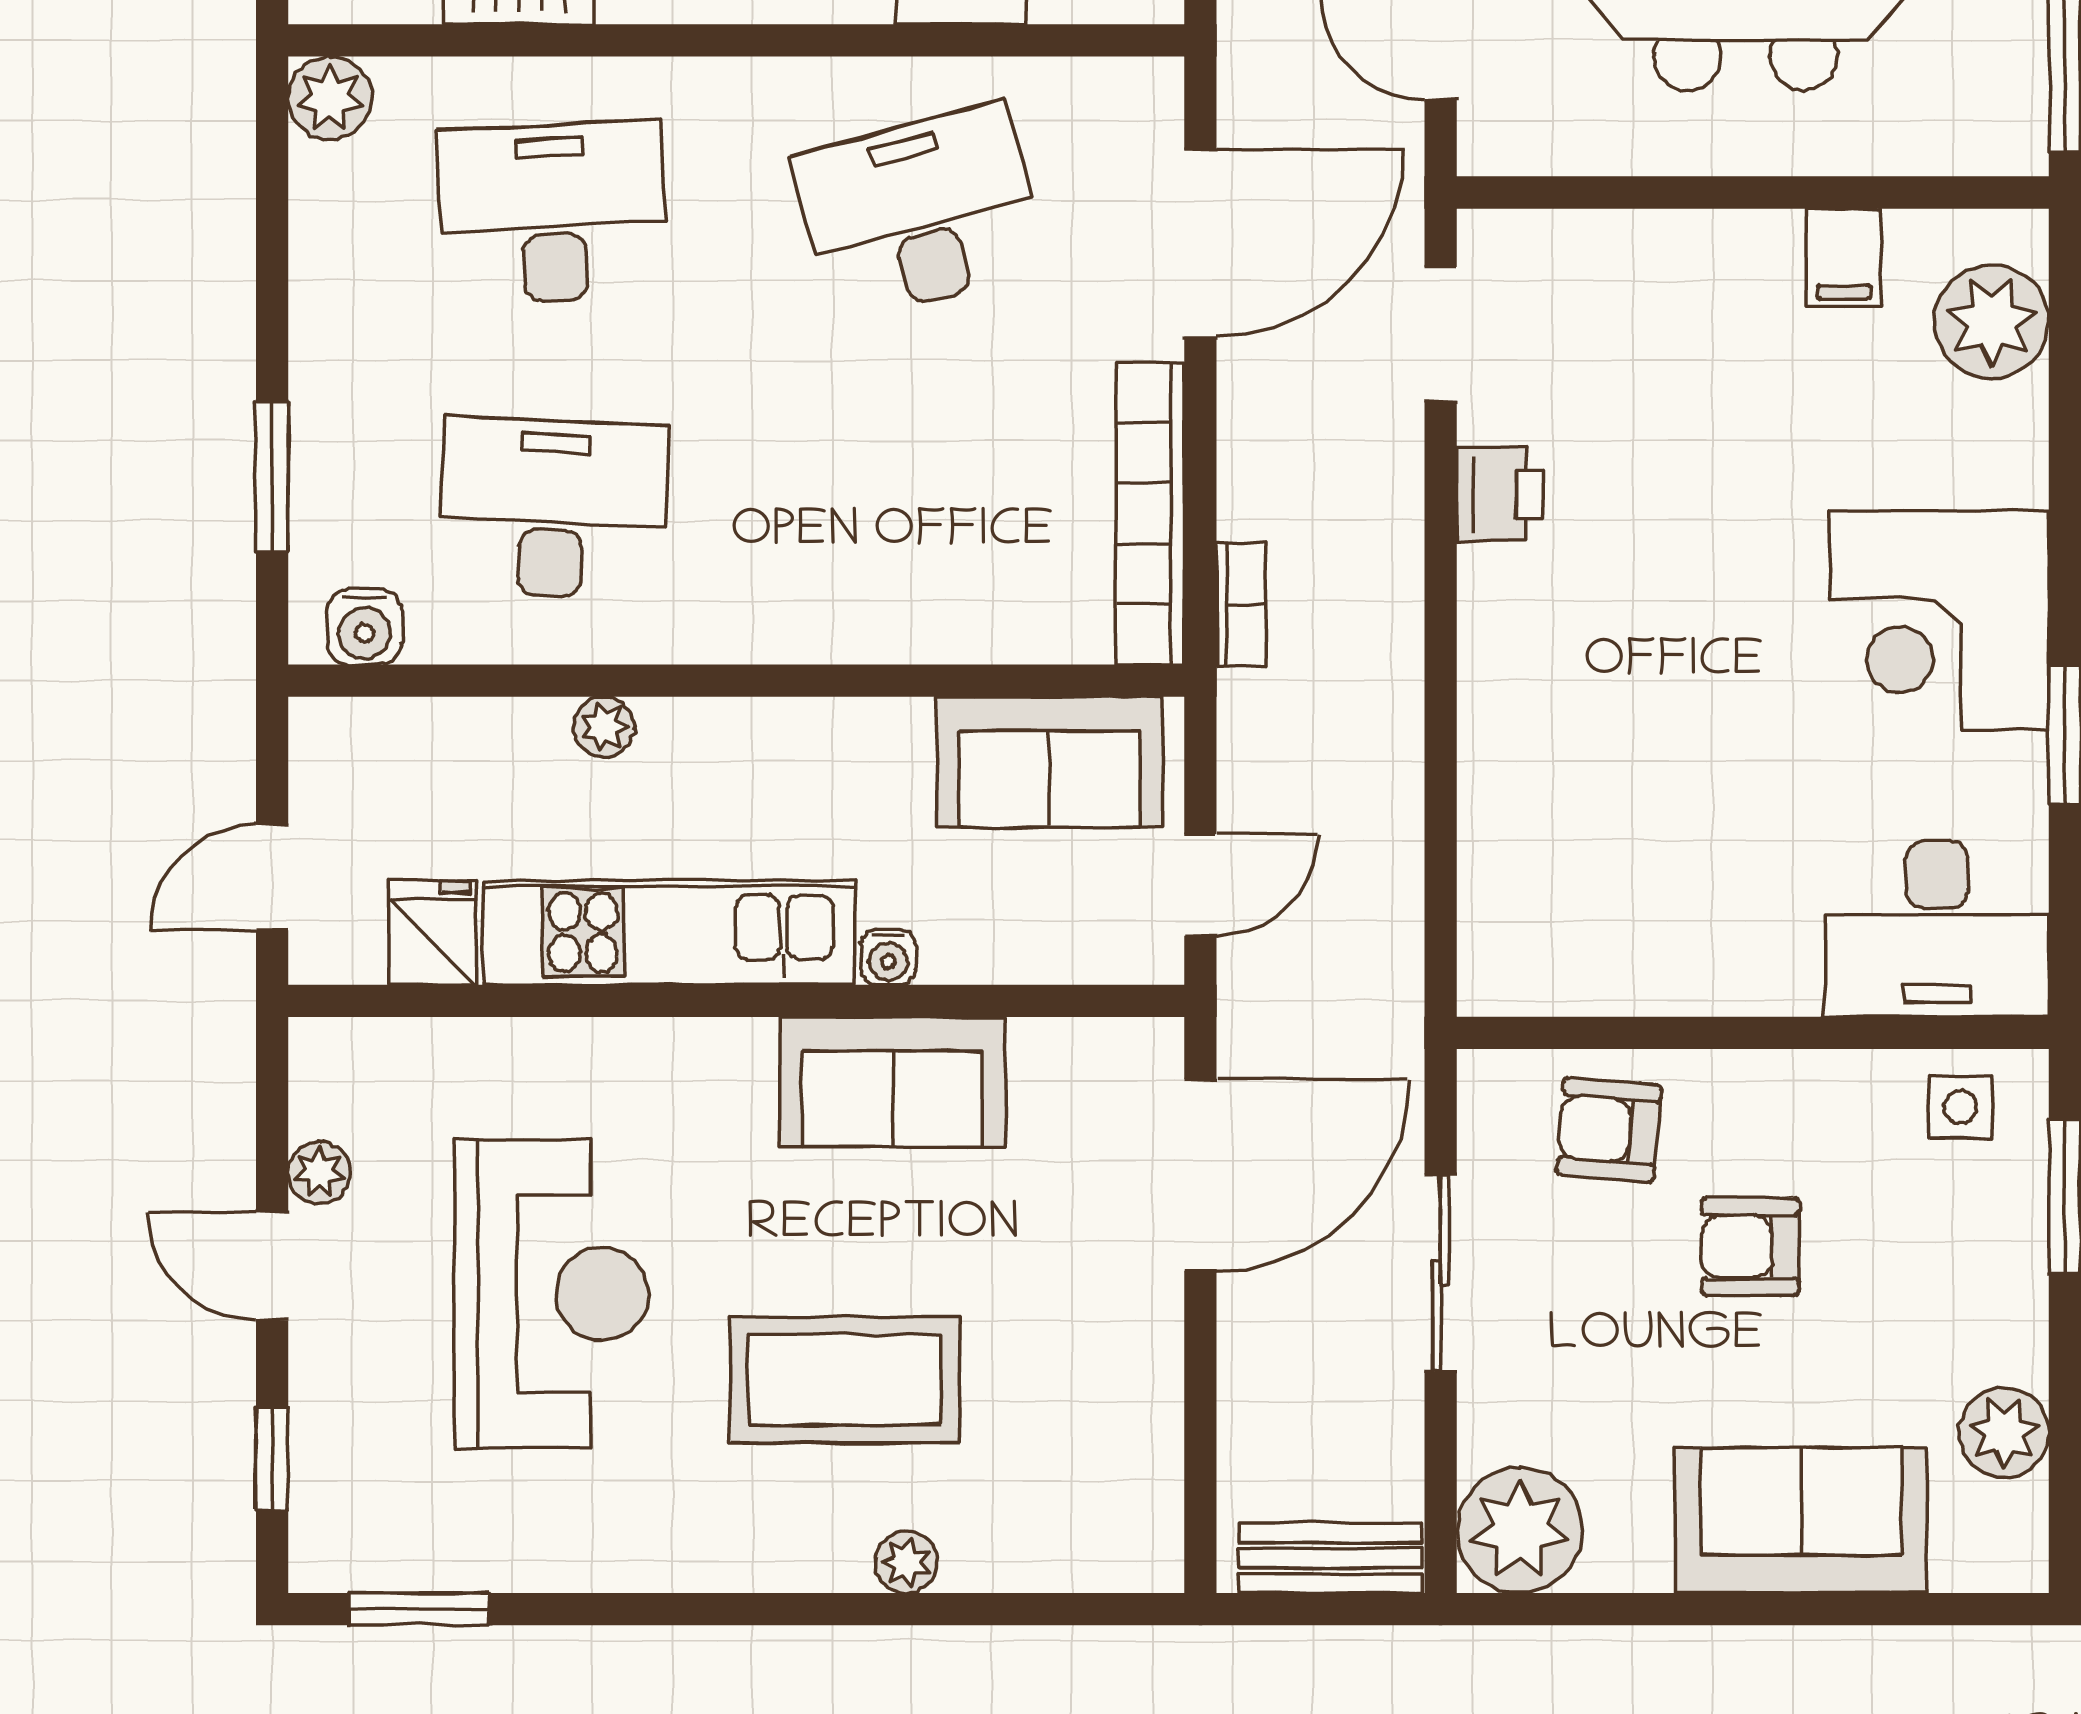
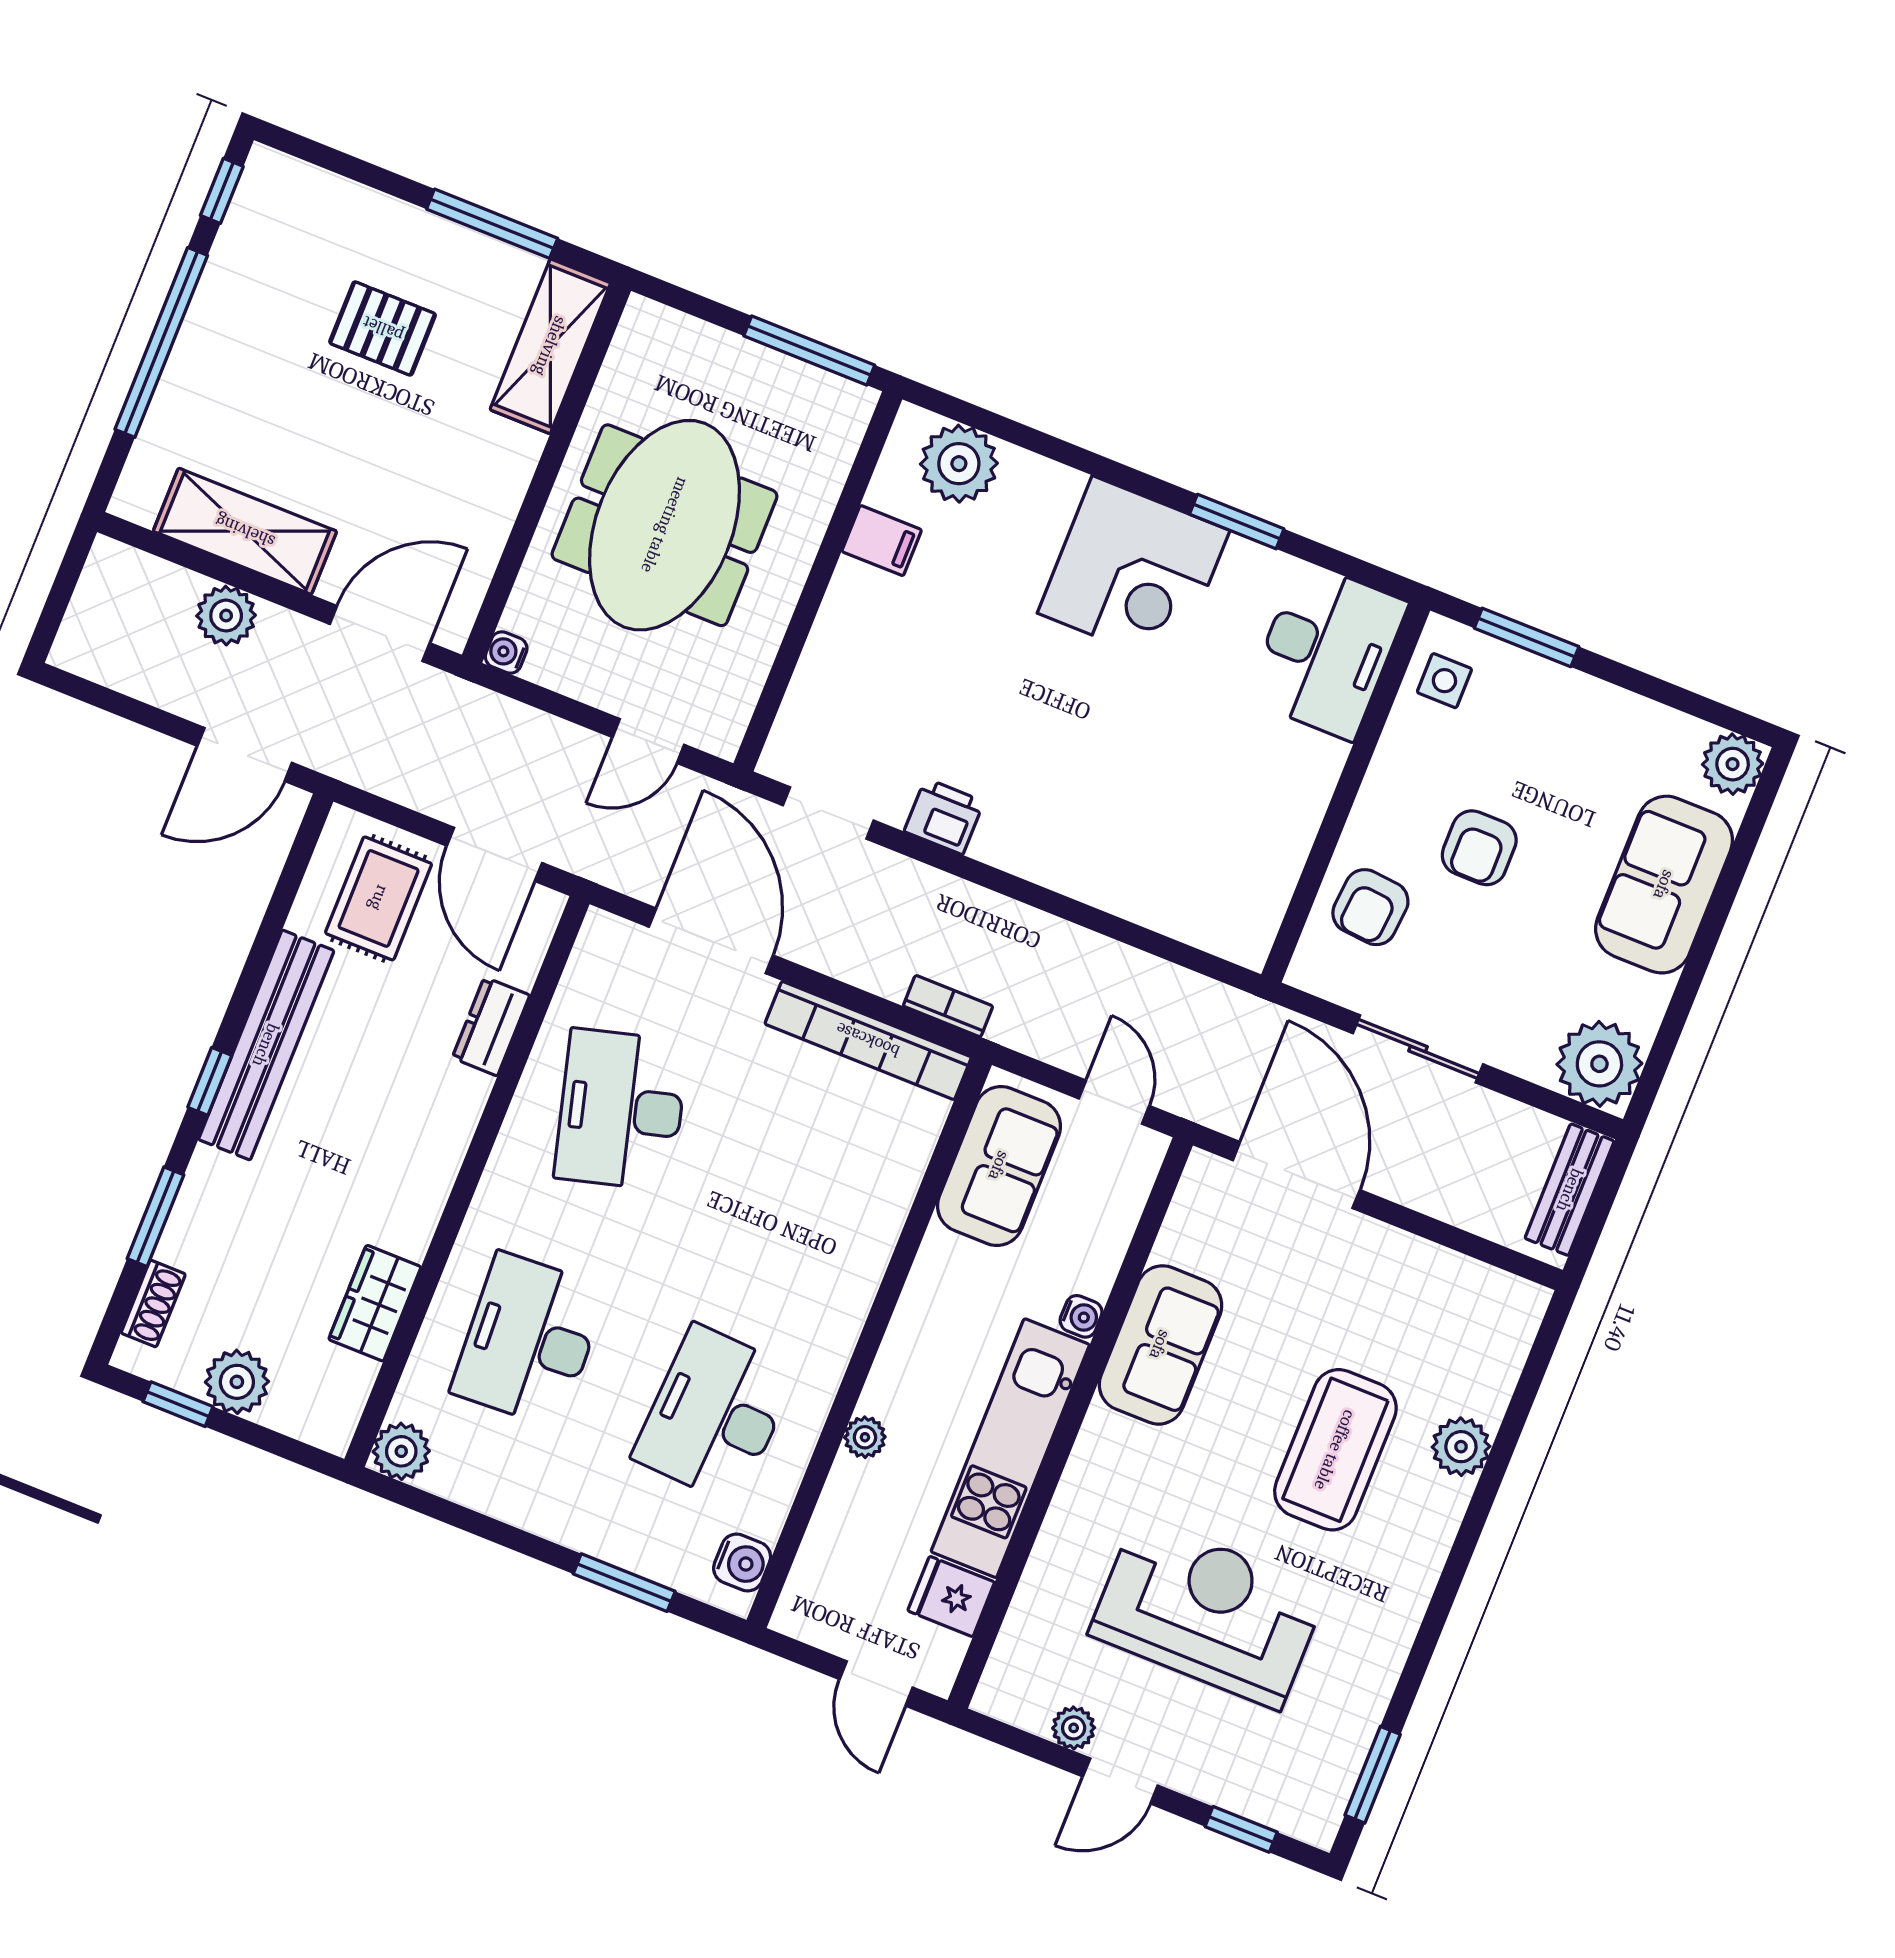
plant: (2004, 1433) -> (1733, 764), moved
plant: (906, 1562) -> (1461, 1447), width x1.38, depth x1.38

